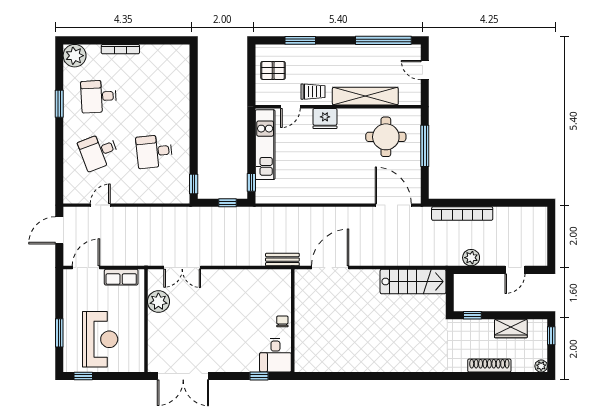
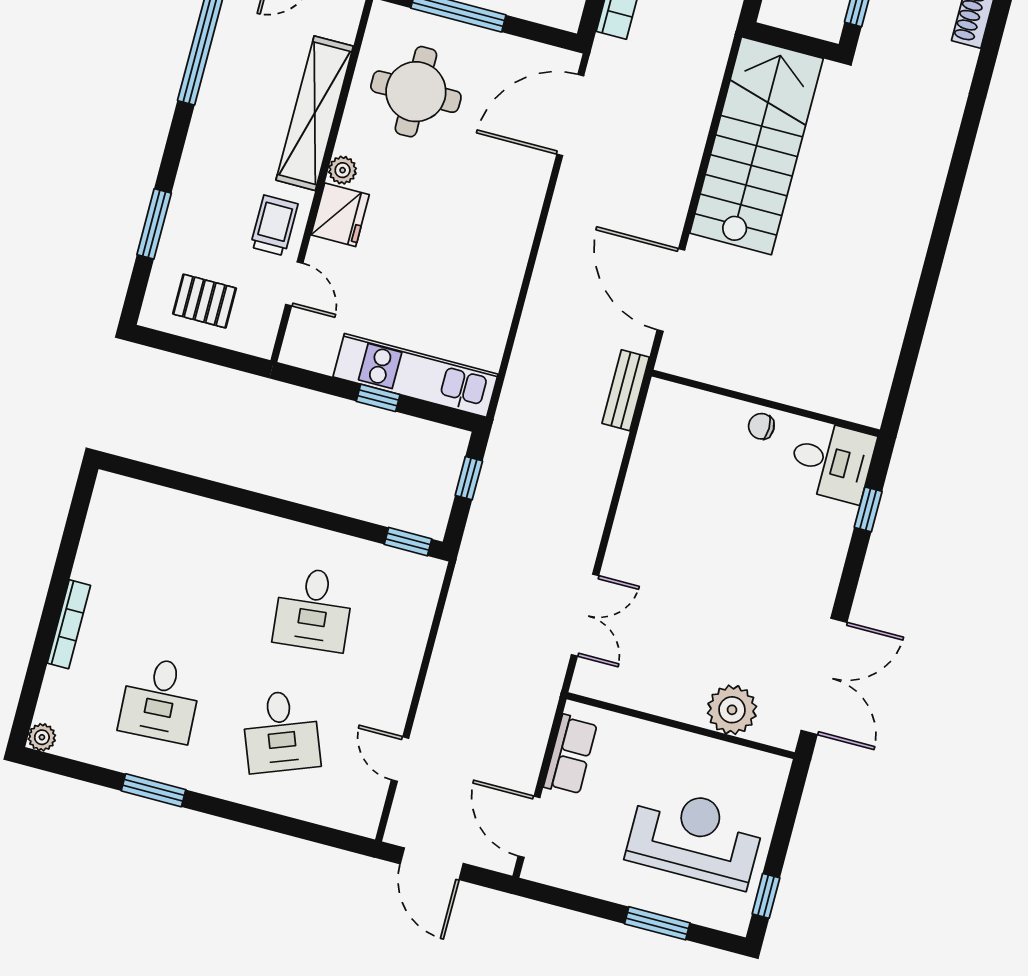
plant: (75, 56) -> (42, 737), width x0.53, depth x0.53
pallet: (273, 70) -> (205, 301), turned 90
plant: (344, 114) -> (343, 170), added
kitchen unit: (265, 145) -> (416, 375), moved
window: (251, 182) -> (378, 398), moved
stairs: (413, 281) -> (756, 146), width x1.36, depth x1.51
plant: (158, 302) -> (732, 710), moved

